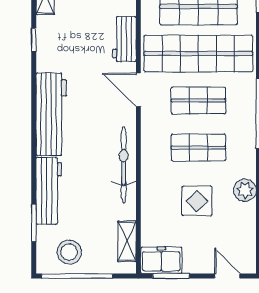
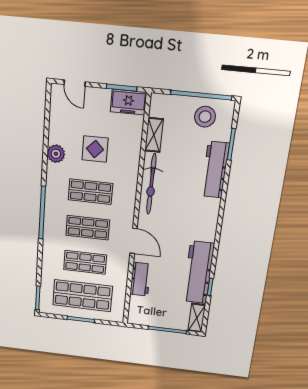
shop shelf: (198, 53) -> (85, 262), width x0.50, depth x0.74
workbench: (51, 114) -> (198, 273), moved
shelving: (127, 241) -> (154, 135), moved

